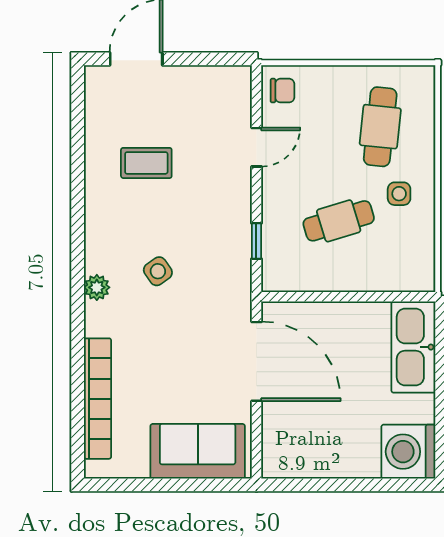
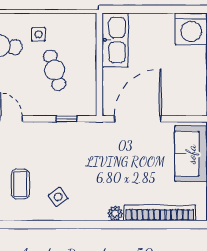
side table: (158, 271) -> (58, 197), moved
plant: (97, 287) -> (115, 213), moved
kitchen sink: (413, 347) -> (115, 40), moved, turned -90

